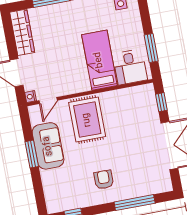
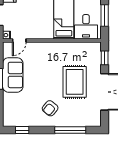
rug: (87, 120) -> (75, 82), moved
armchair: (104, 180) -> (50, 108), turned -141

